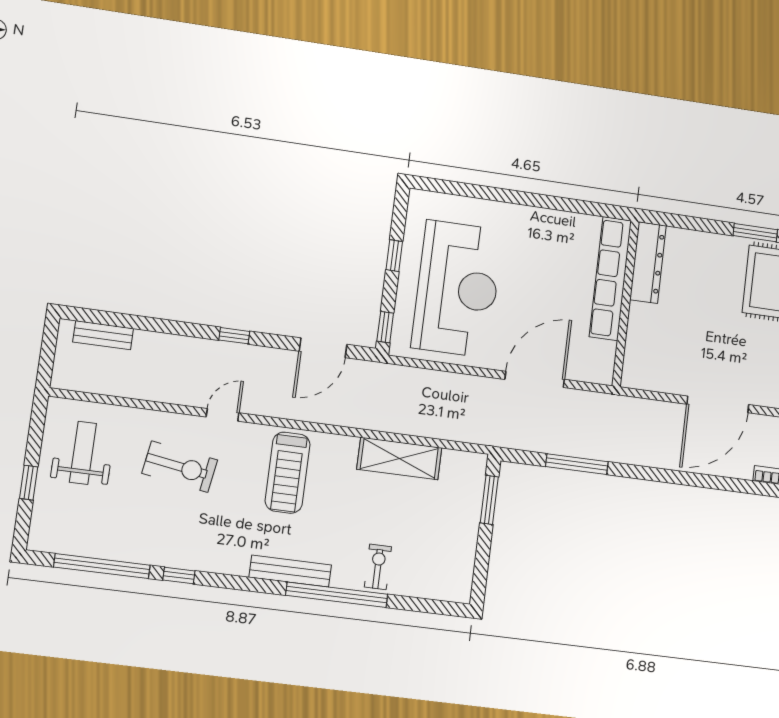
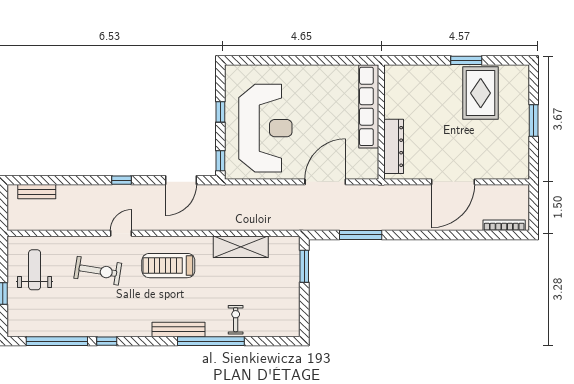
dresser: (648, 263) -> (394, 146), moved
treadmill: (288, 473) -> (168, 266), turned 90

